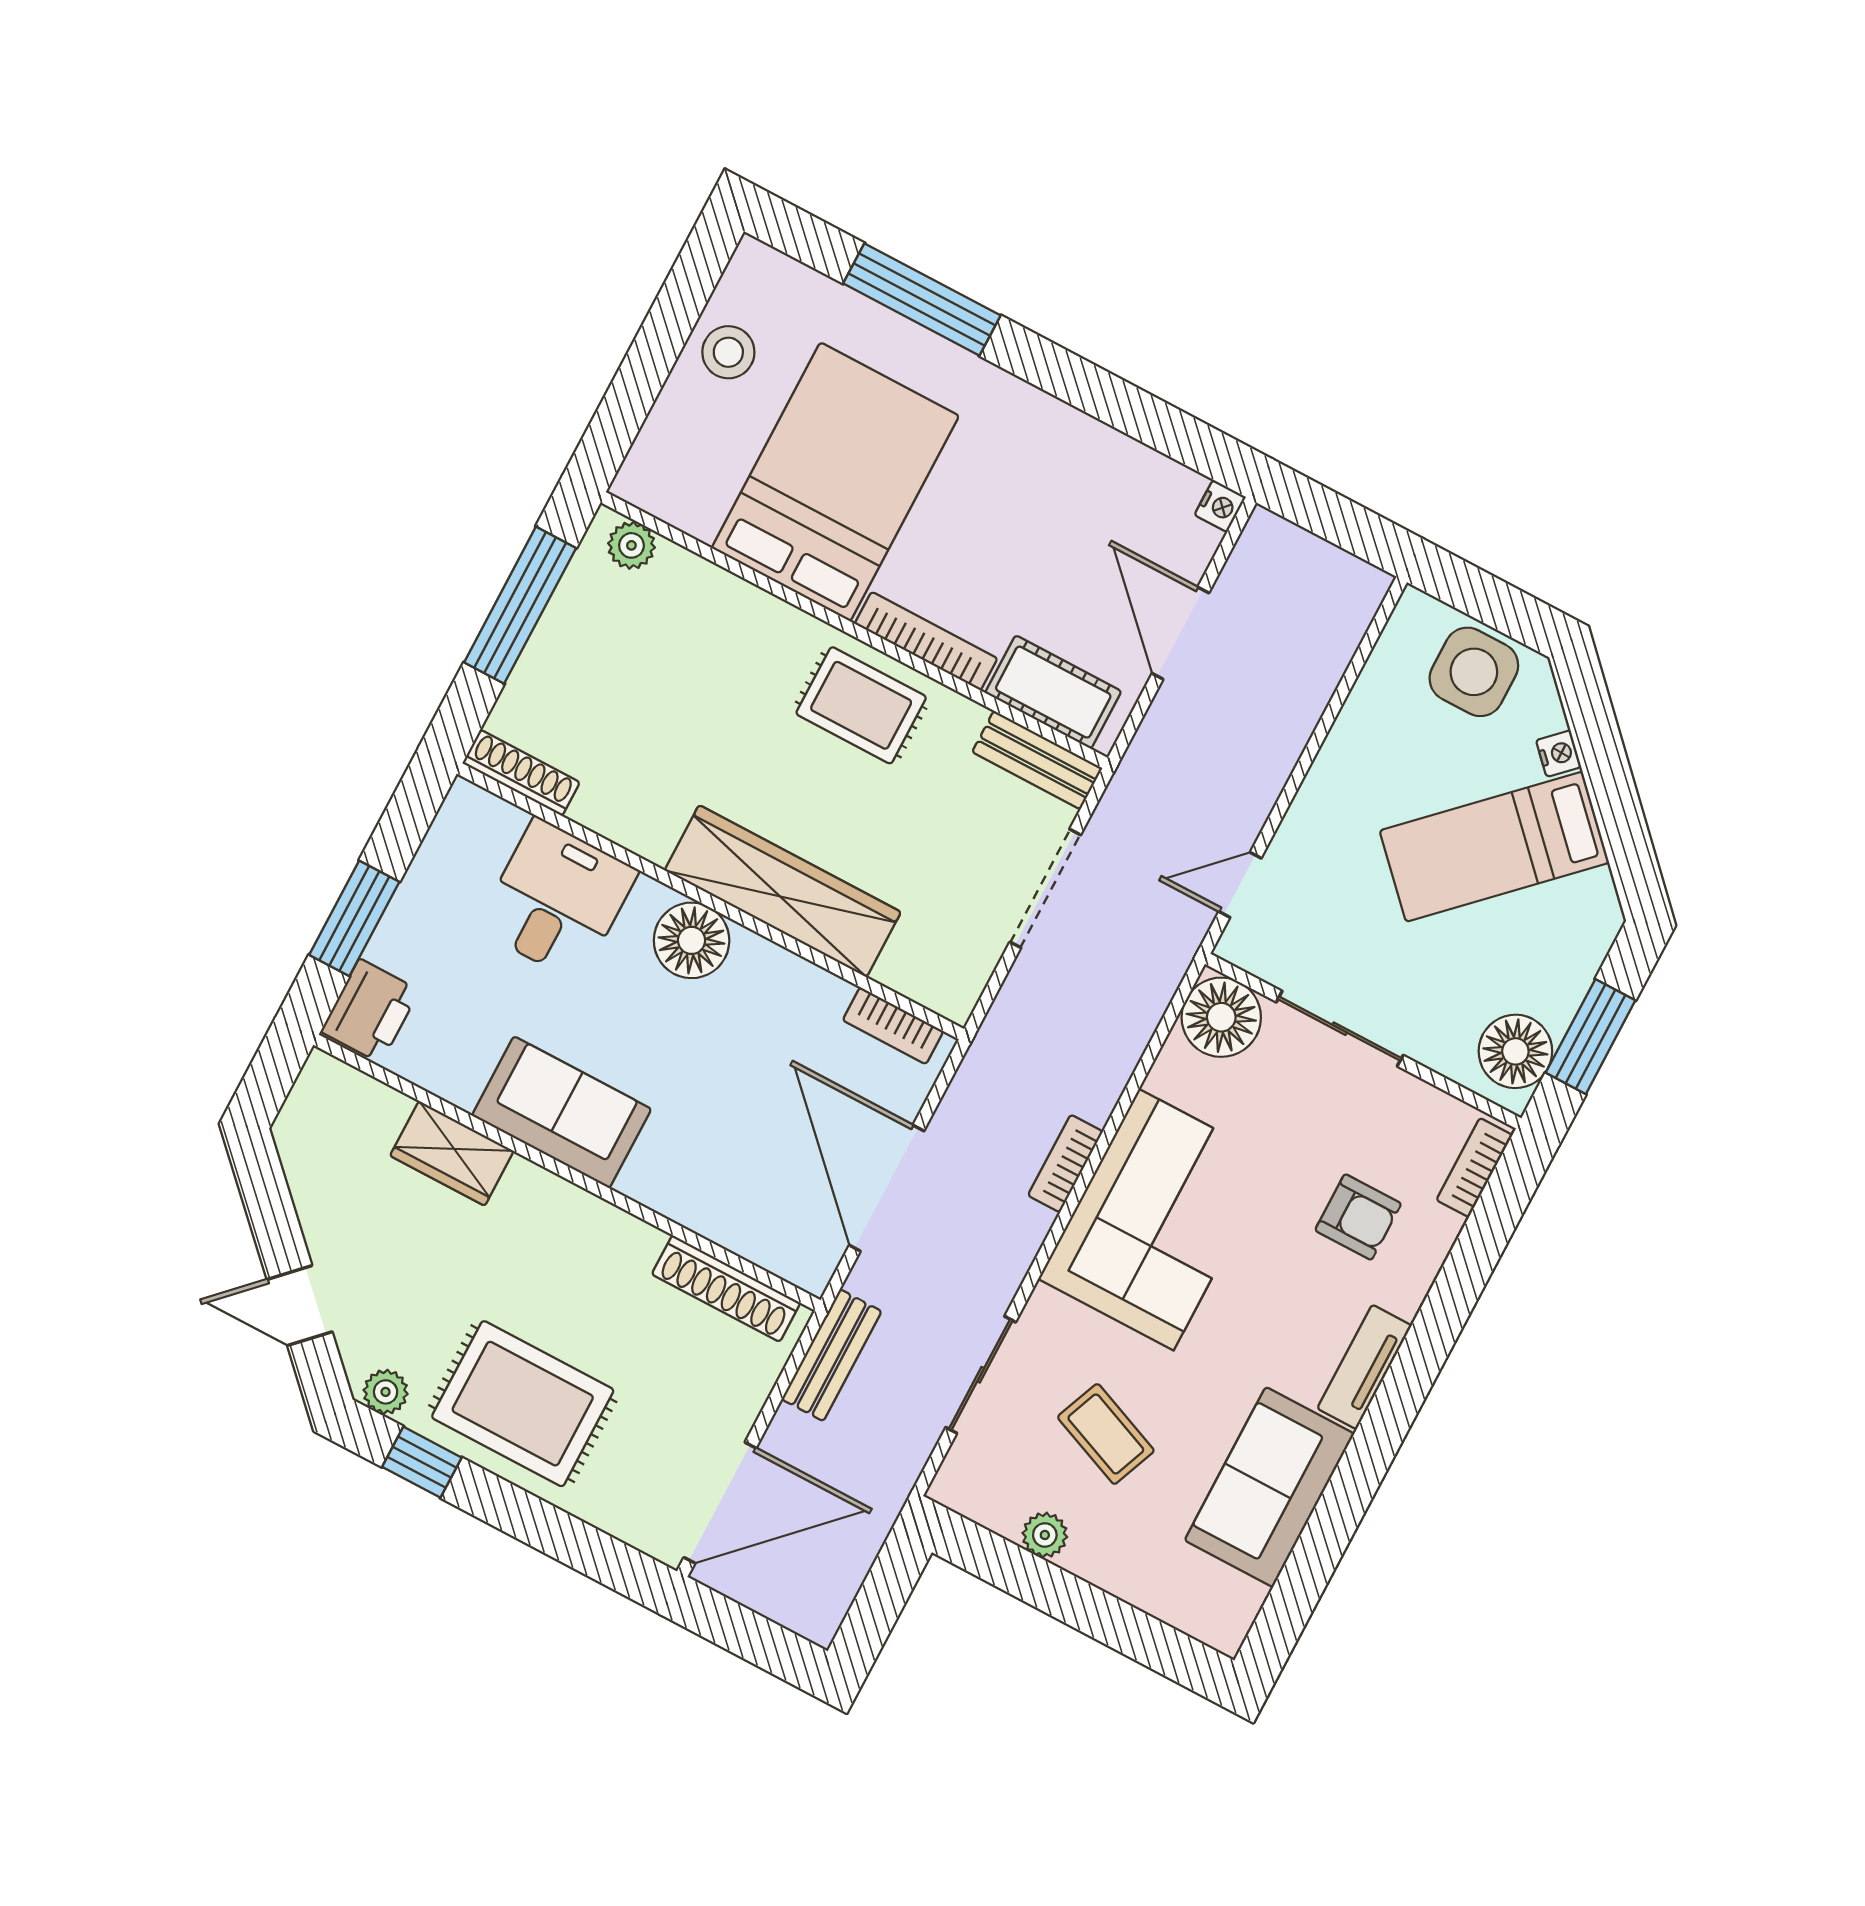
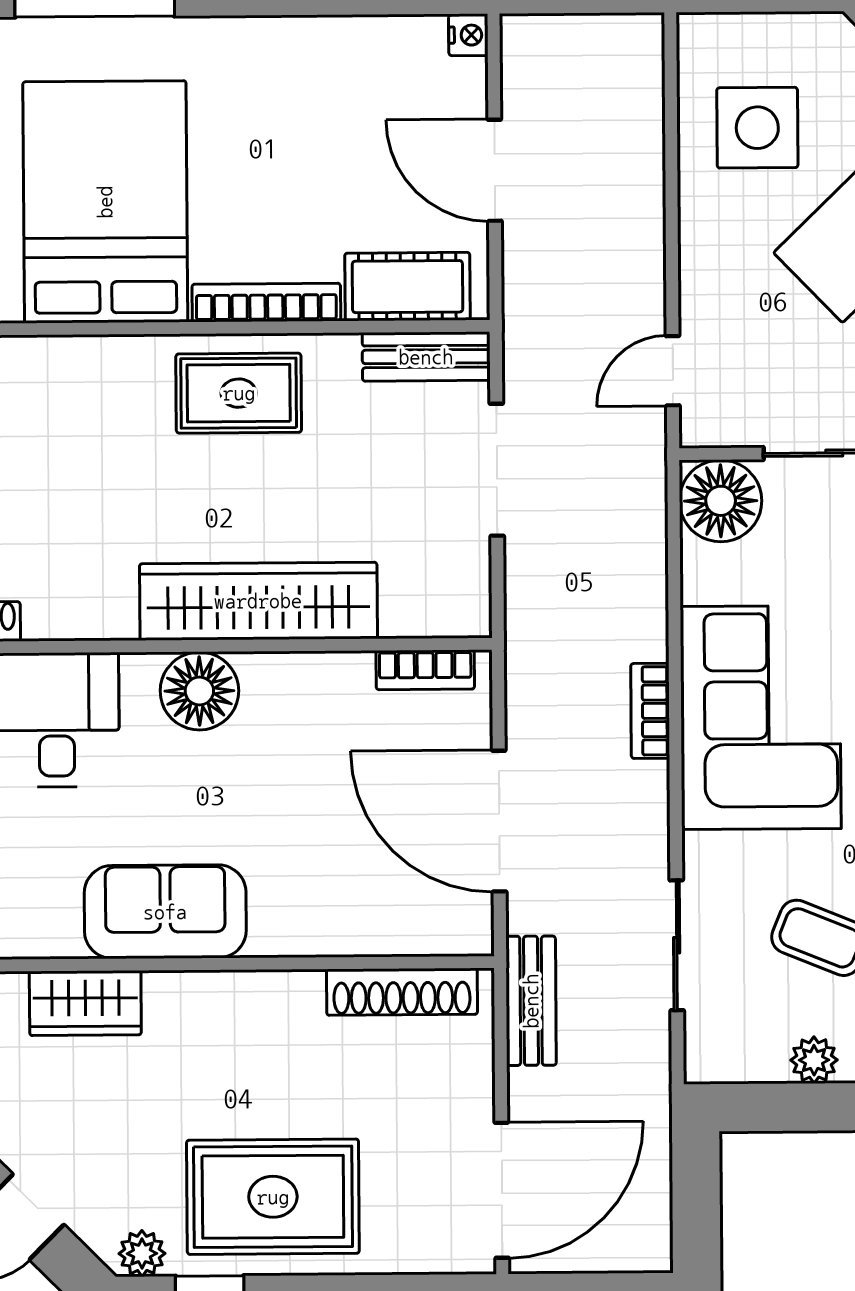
side table: (1474, 672) -> (757, 128), moved

